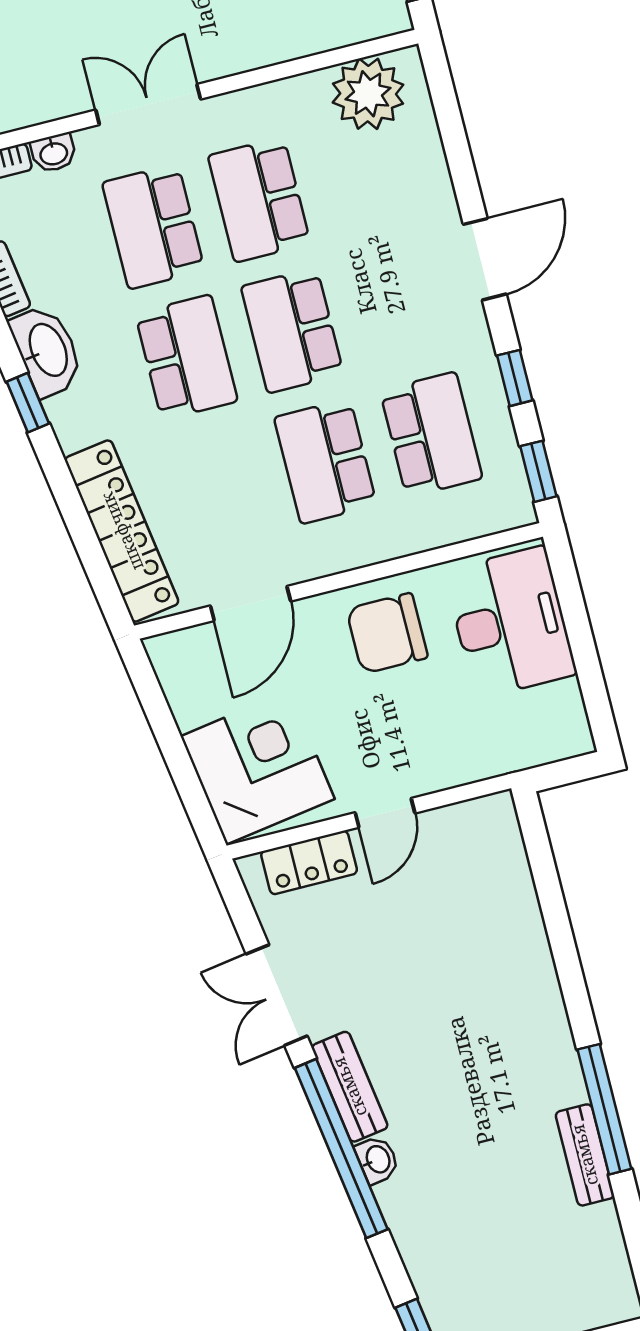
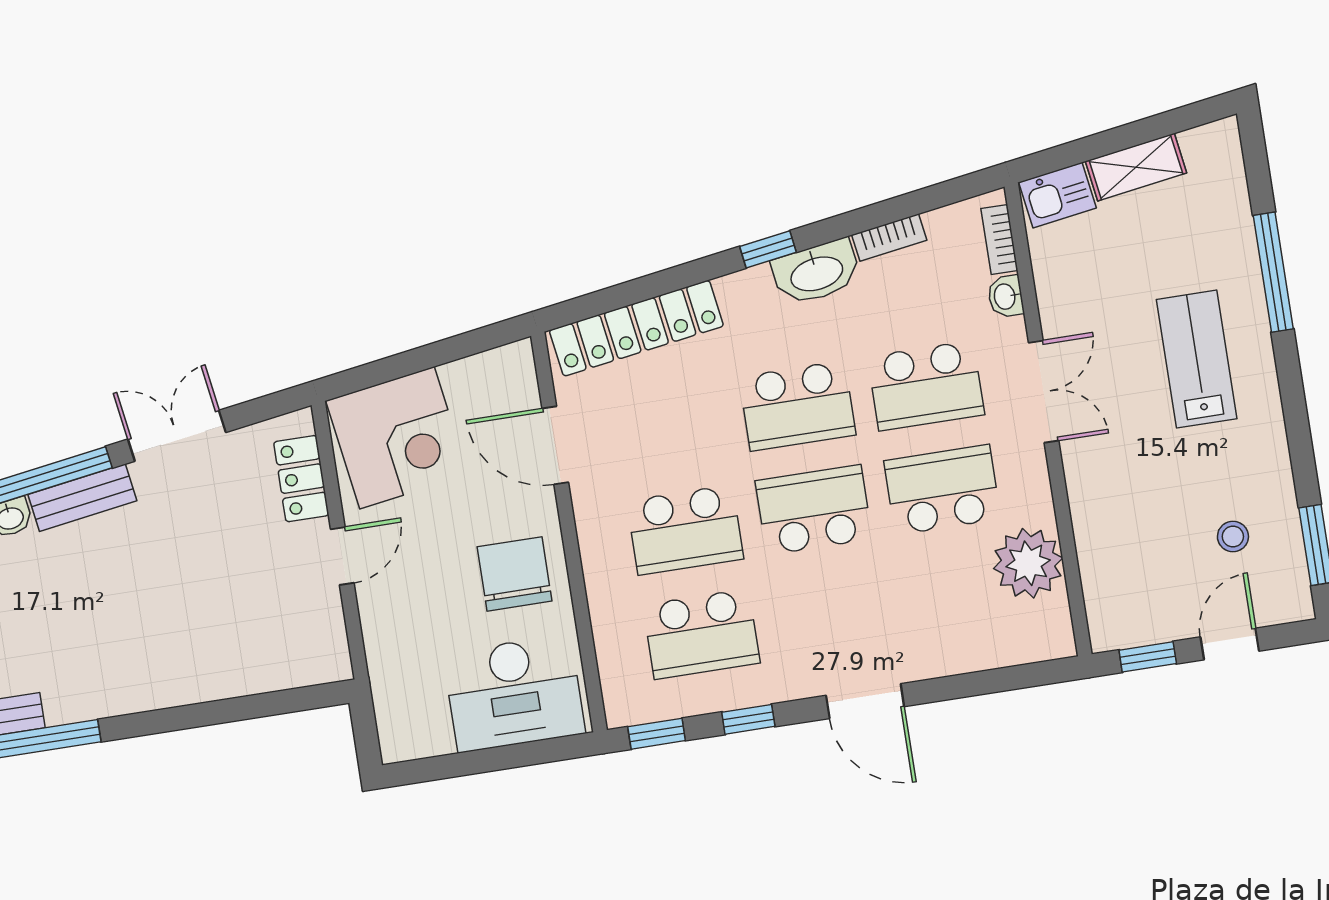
plant: (368, 94) -> (1028, 563), moved
school desk: (153, 226) -> (926, 386), turned 180
school desk: (325, 461) -> (685, 530), turned 180
door: (385, 813) -> (342, 556), swing flipped

